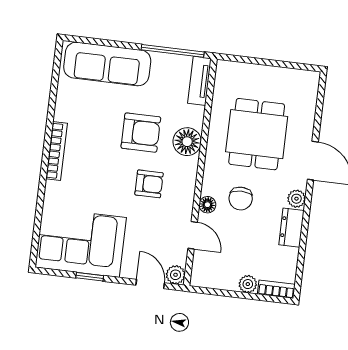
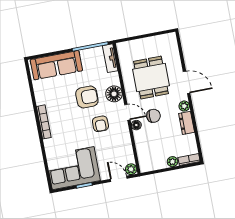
armchair: (149, 184) -> (100, 124), turned 90
chair: (241, 199) -> (153, 116), turned -90
door: (193, 235) -> (127, 112), moved

